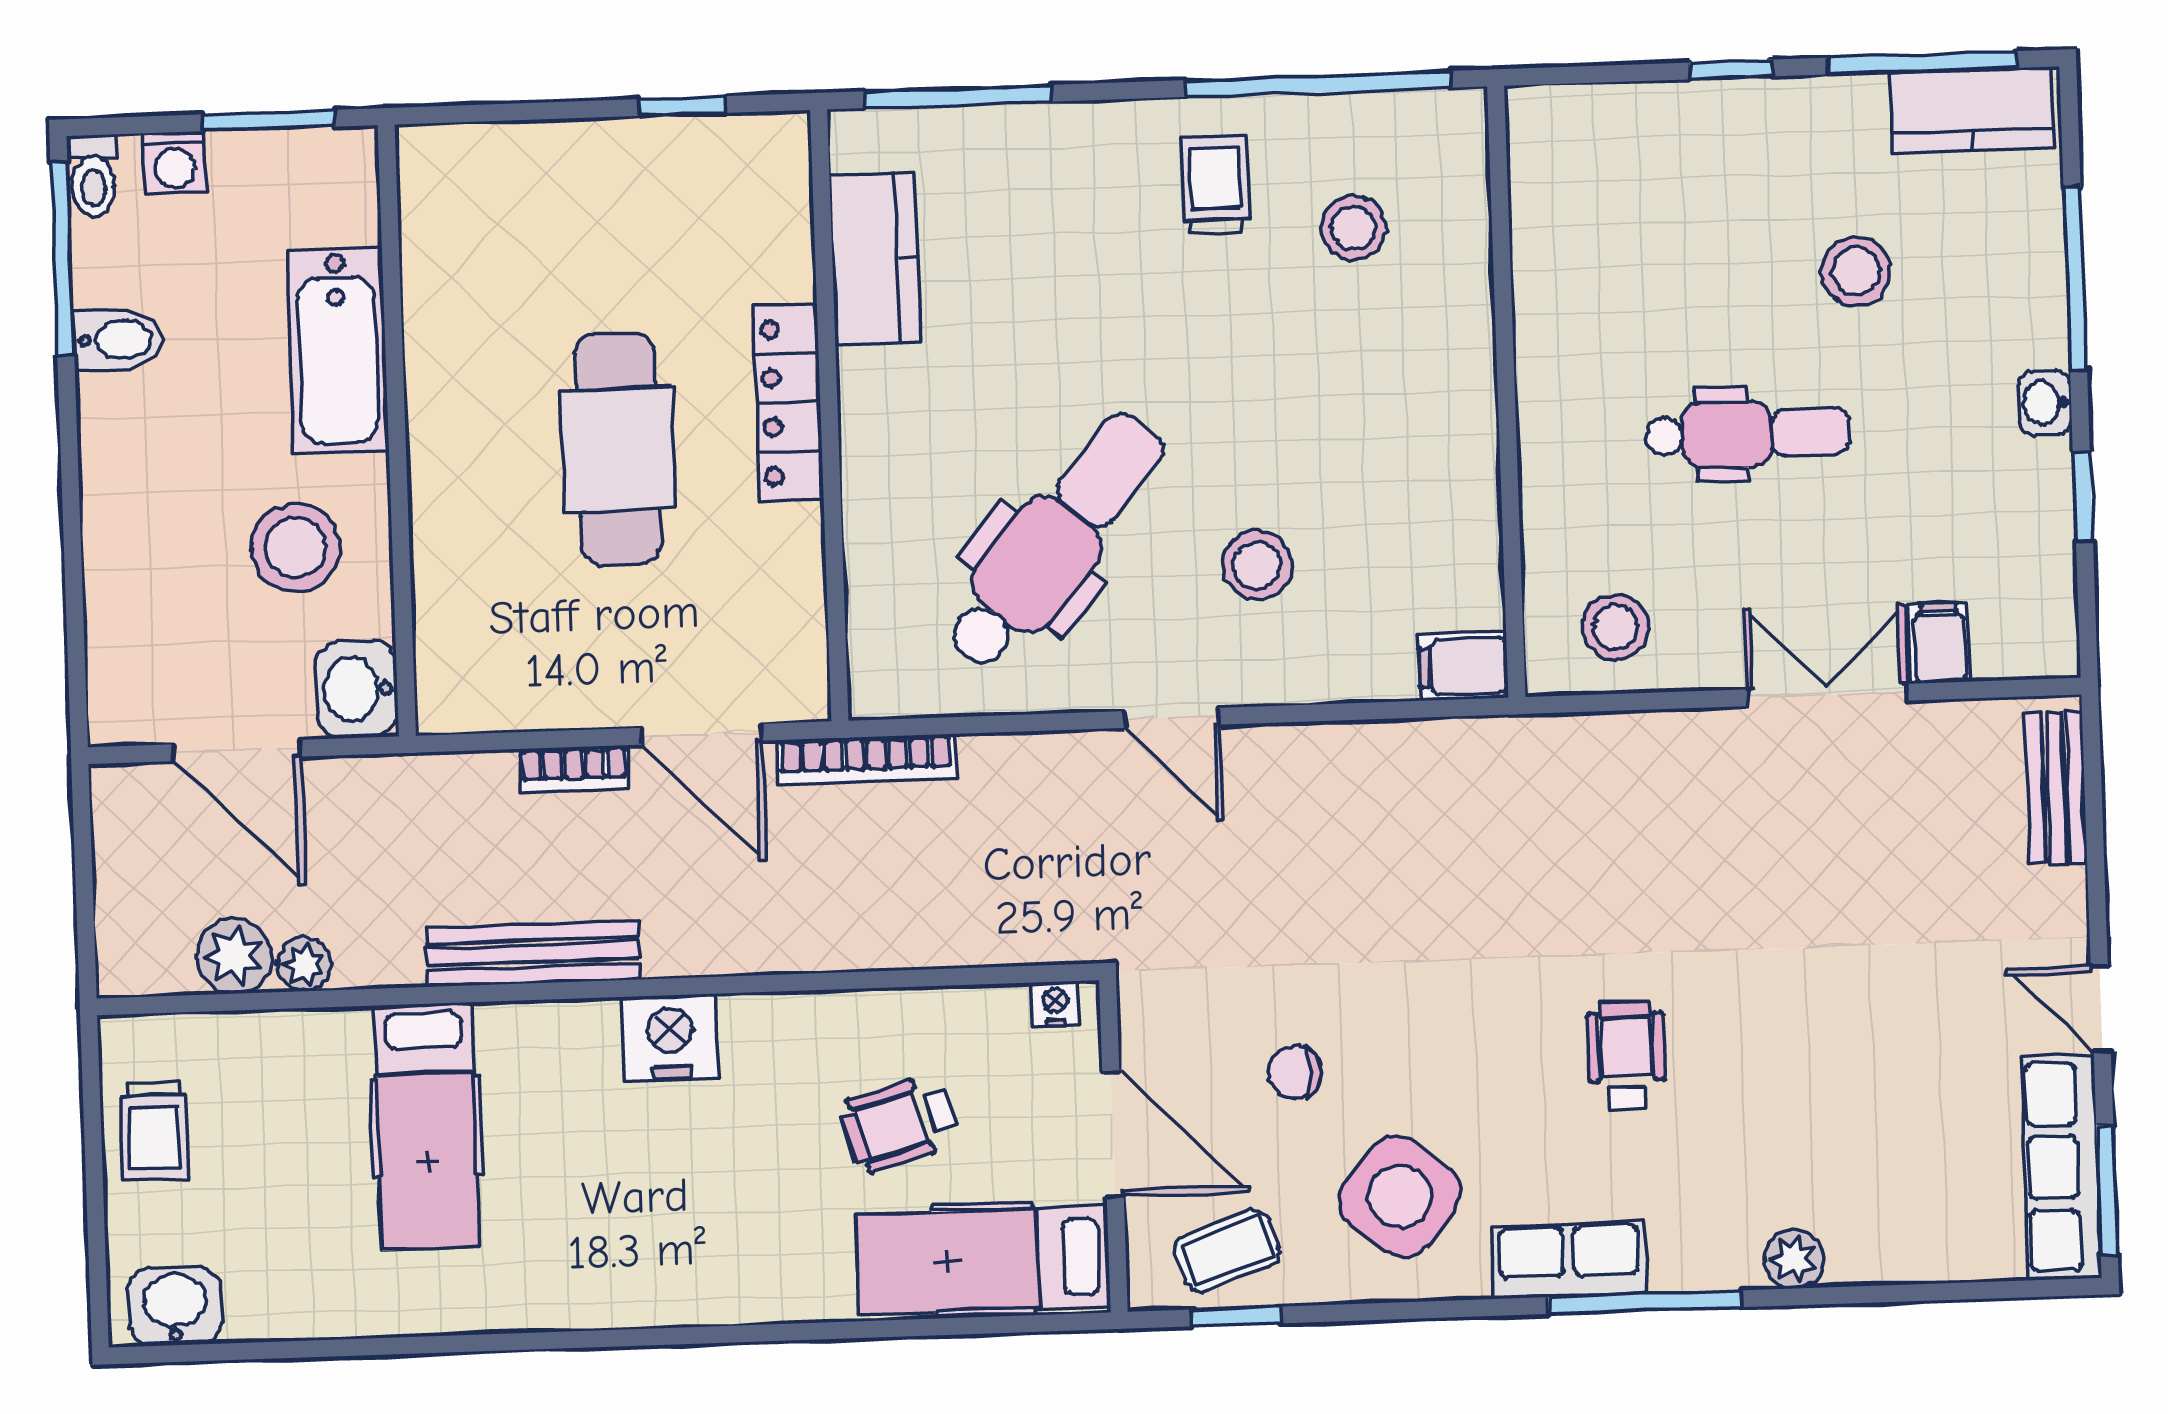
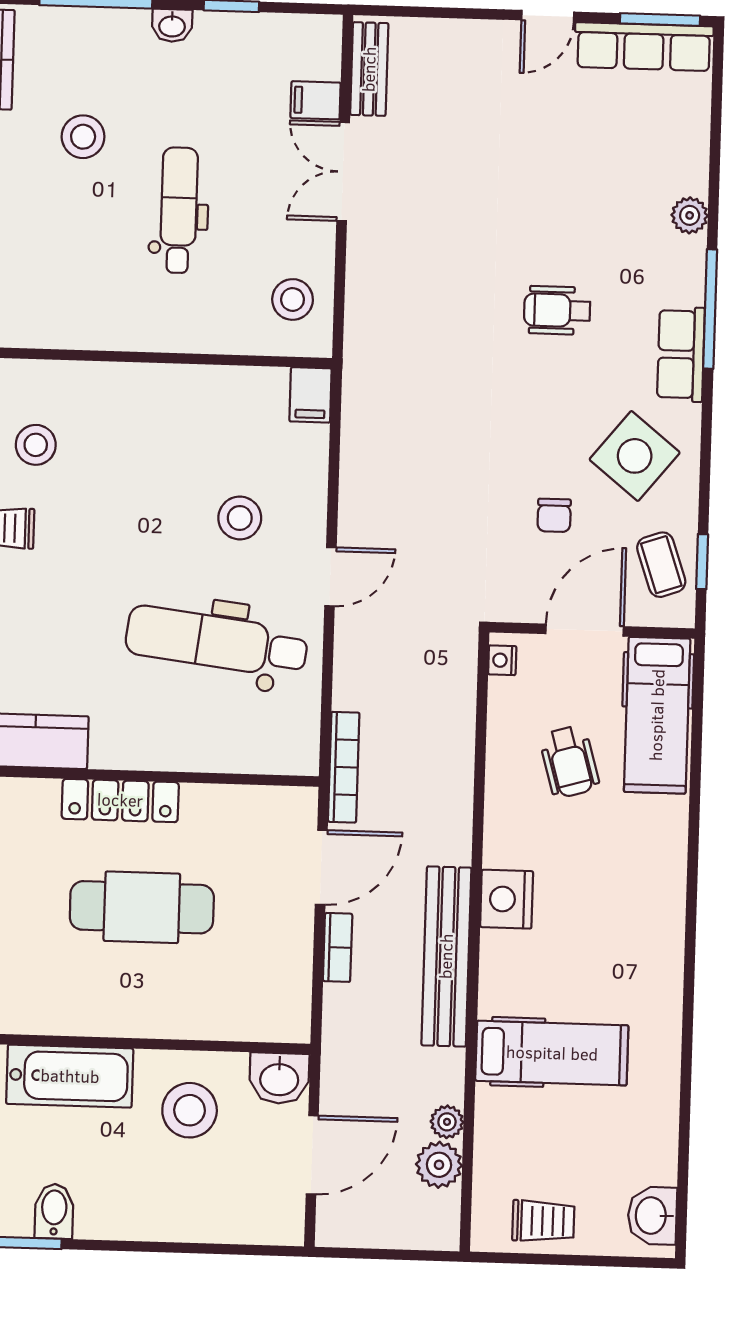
dental chair: (1055, 541) -> (217, 642), turned -33
bench: (2056, 788) -> (369, 69), moved, turned 90
bench: (533, 954) -> (446, 956), width x1.37, depth x1.21

